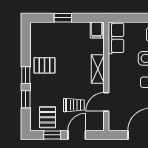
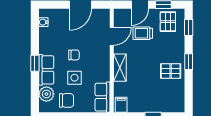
window: (26, 99) -> (189, 28), moved

